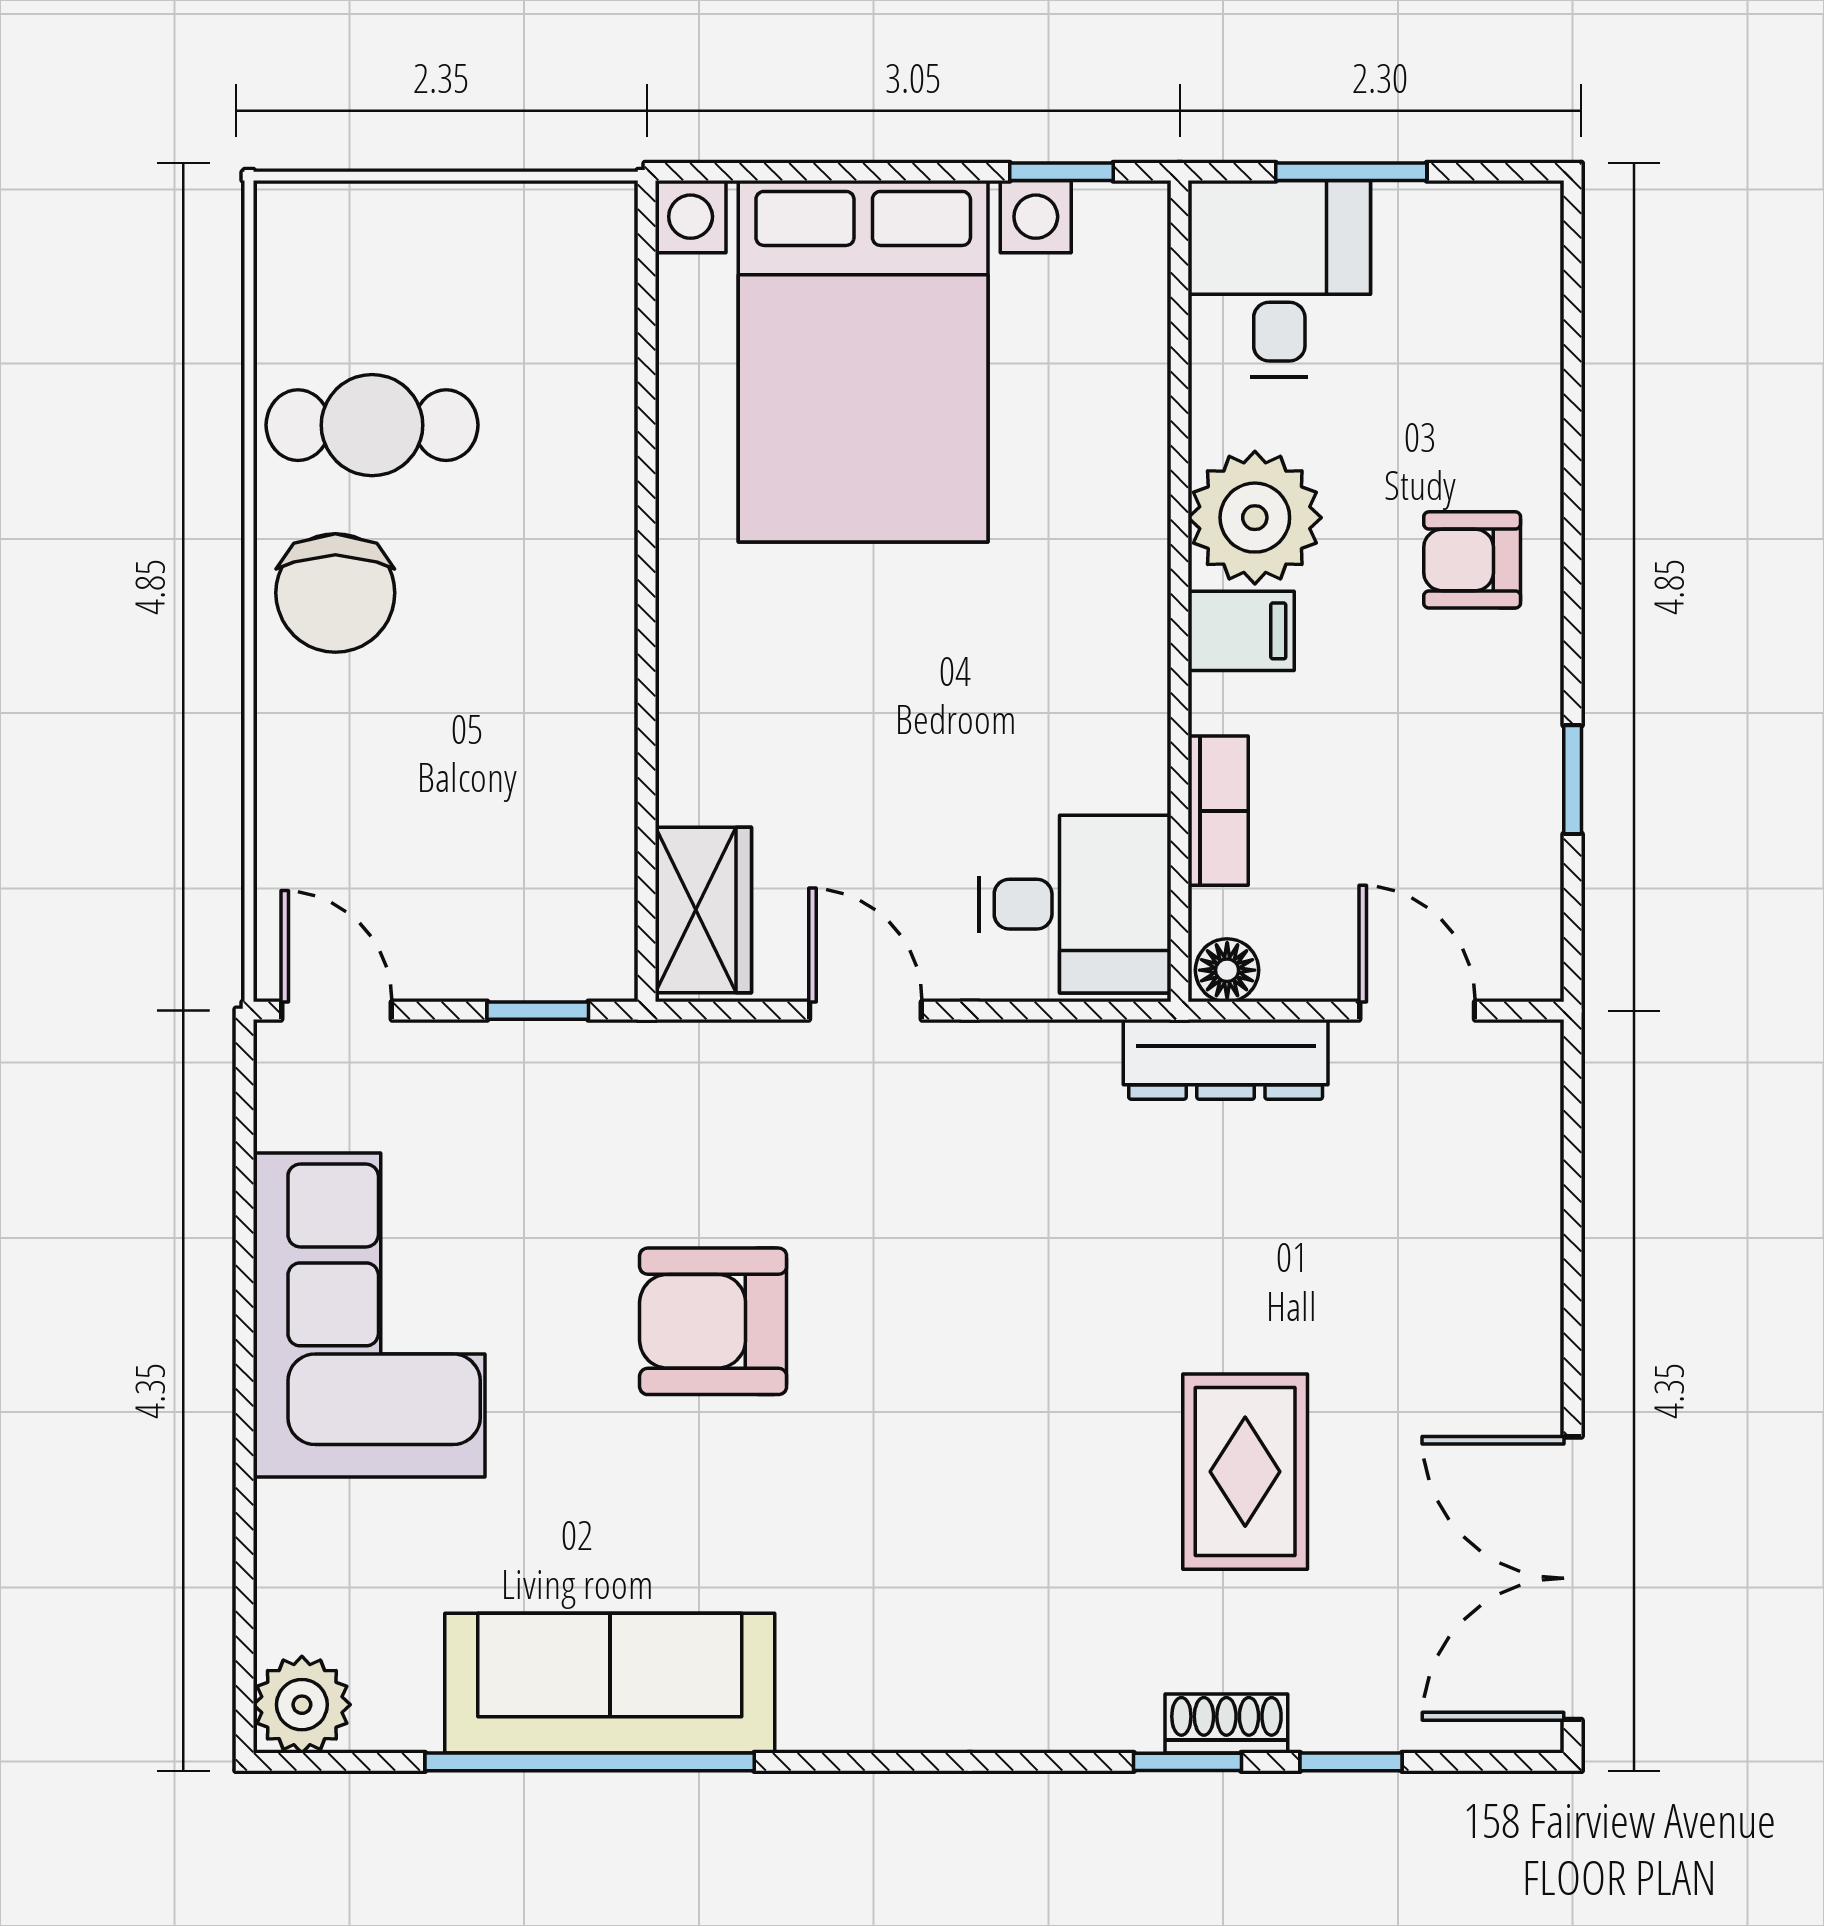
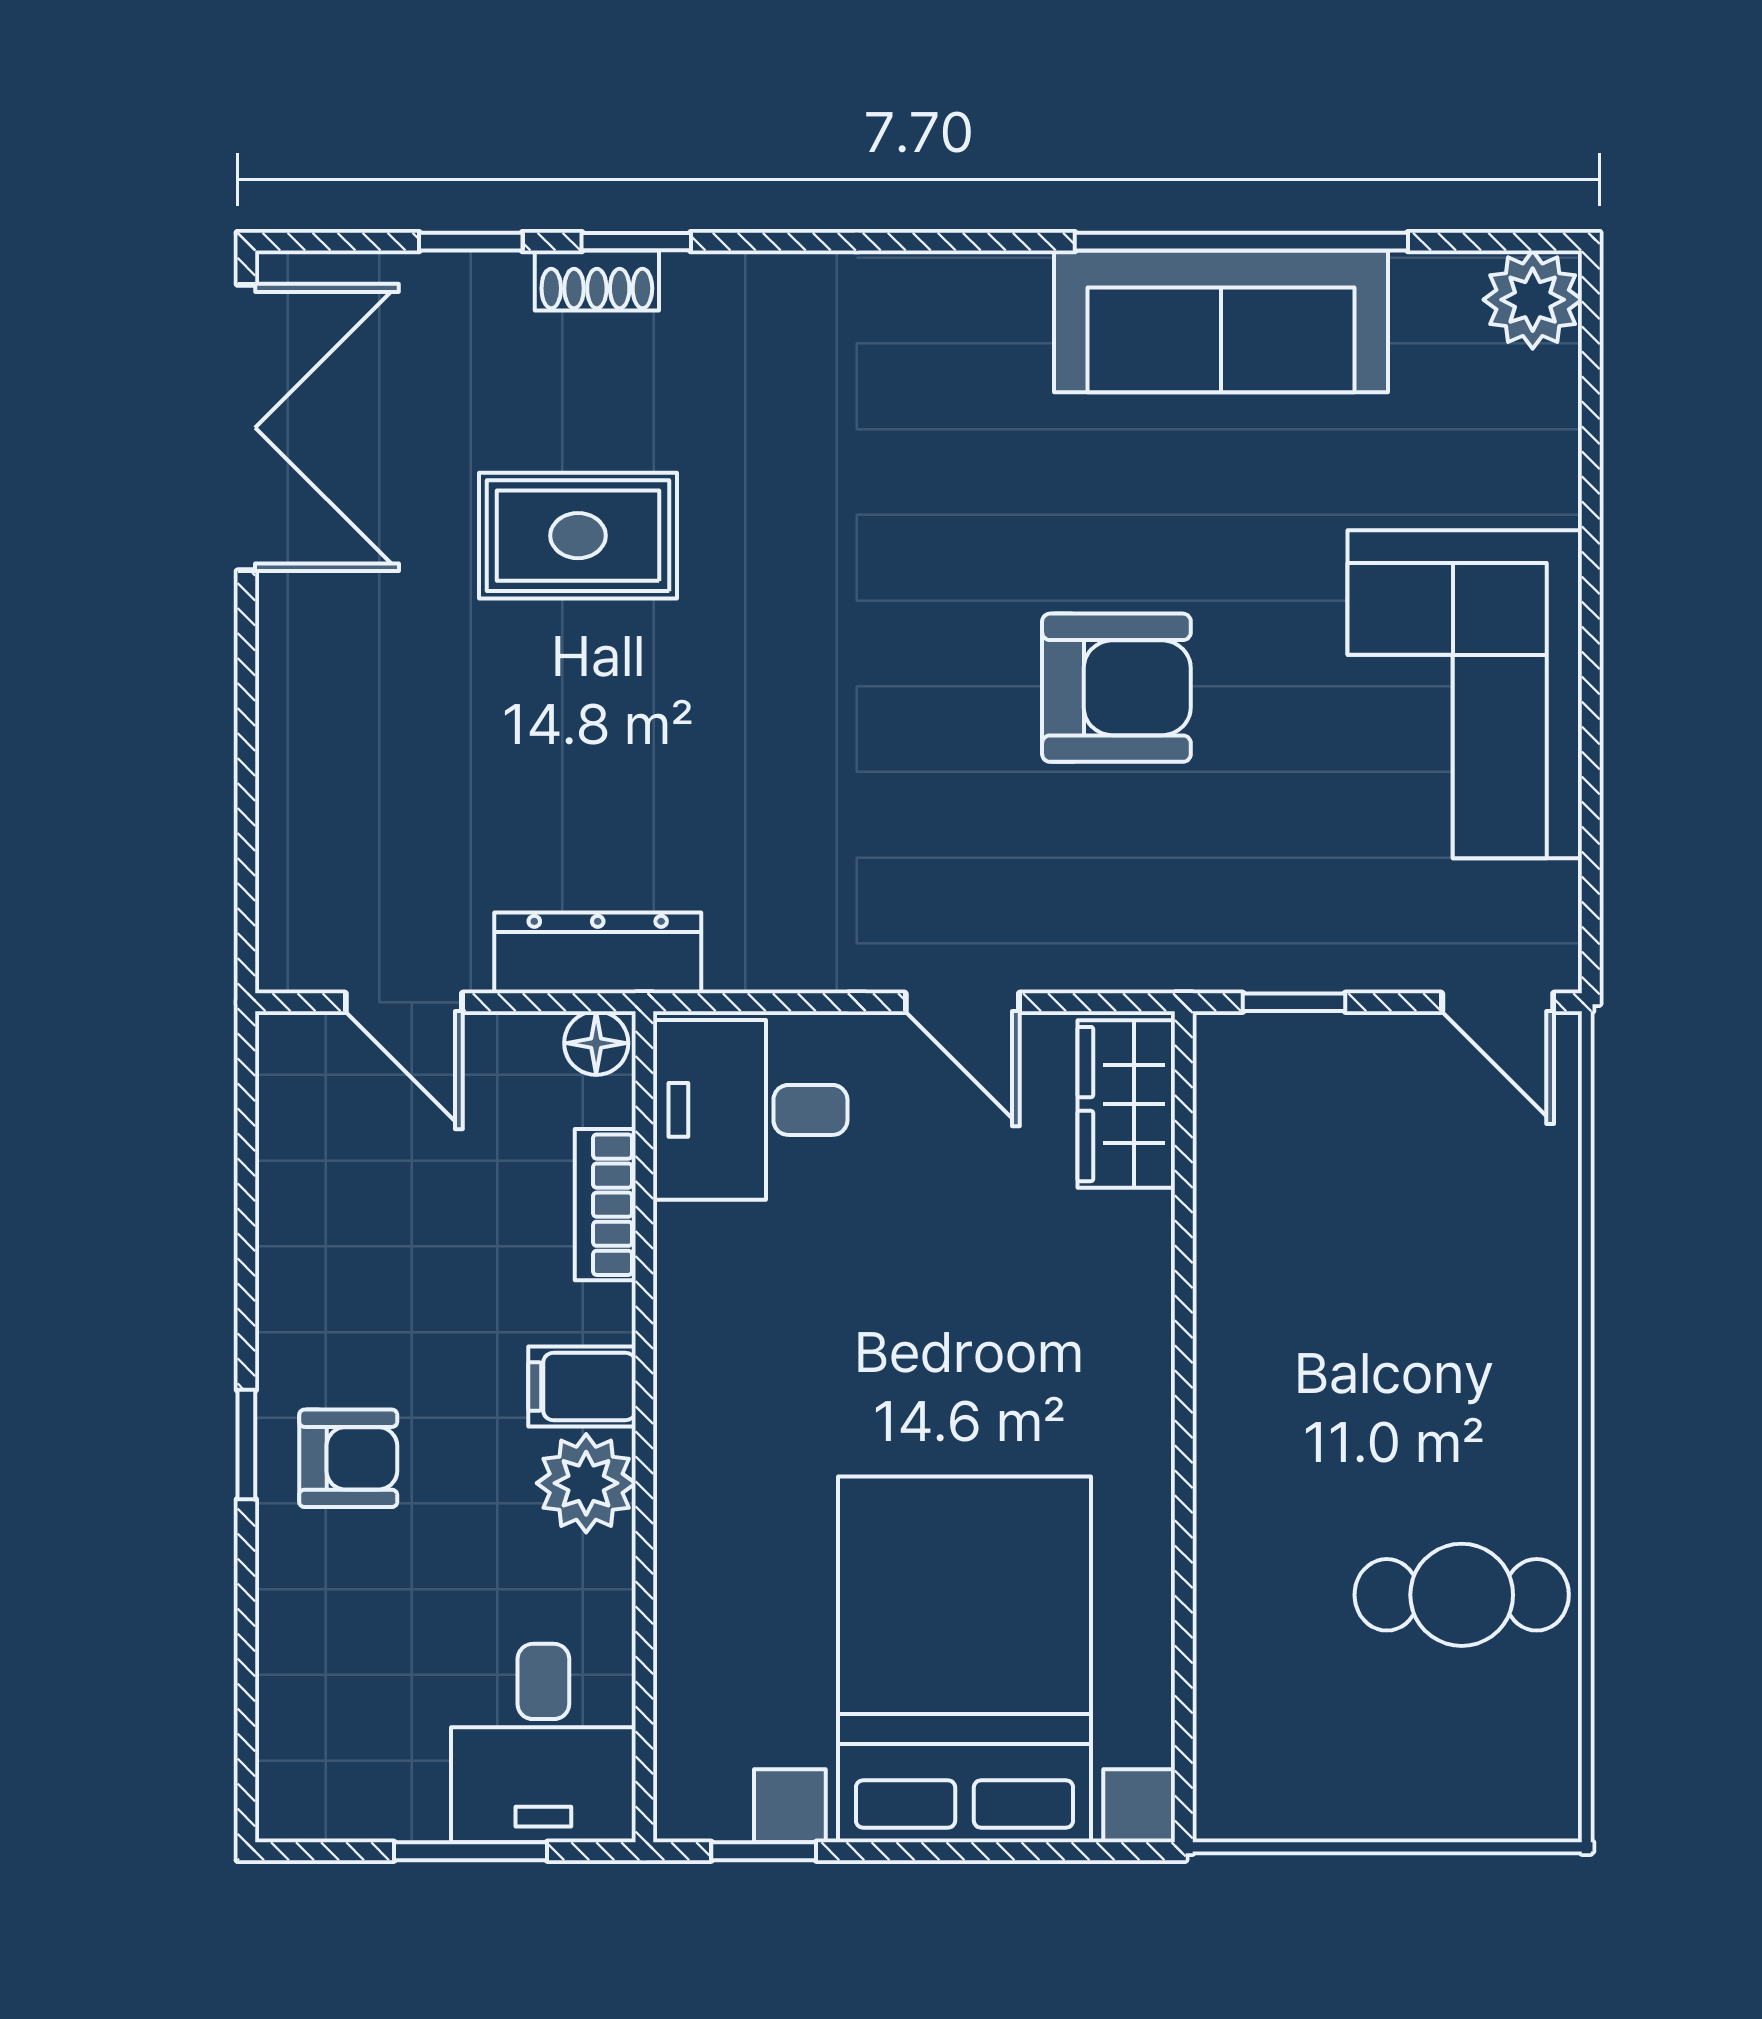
plant: (1255, 518) -> (586, 1483), width x0.73, depth x0.73
chair: (335, 593) -> (1499, 1425), removed
window: (1573, 780) -> (246, 1445), moved
rug: (1245, 1472) -> (578, 536), turned 90

